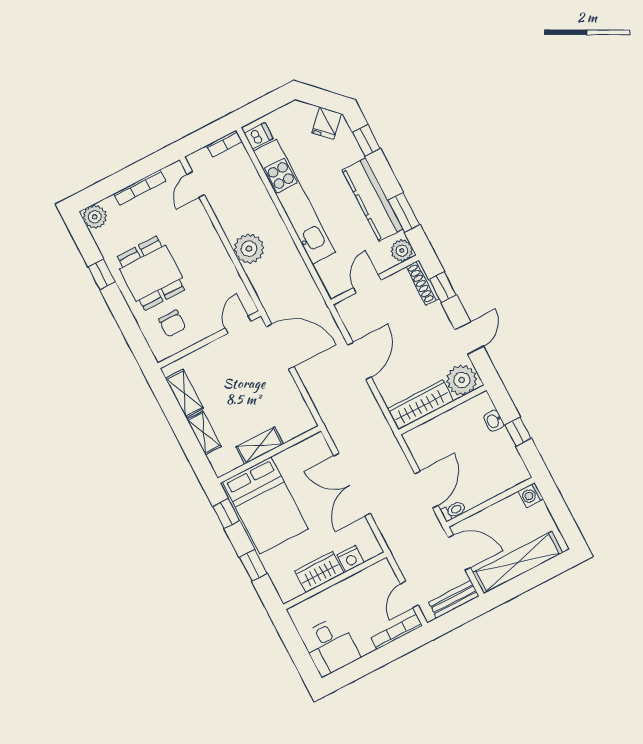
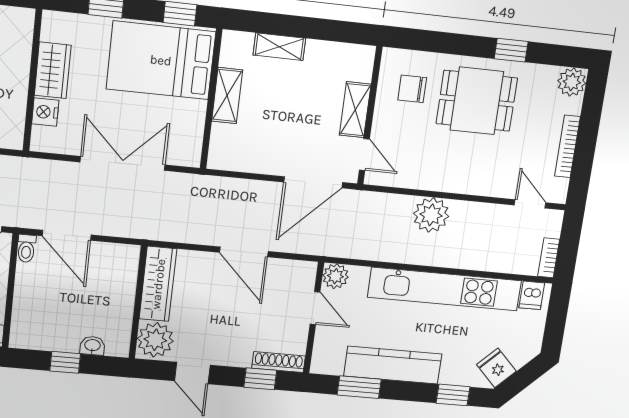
plant: (402, 251) -> (335, 276), moved
shelving: (185, 393) -> (355, 110), moved, turned 90

